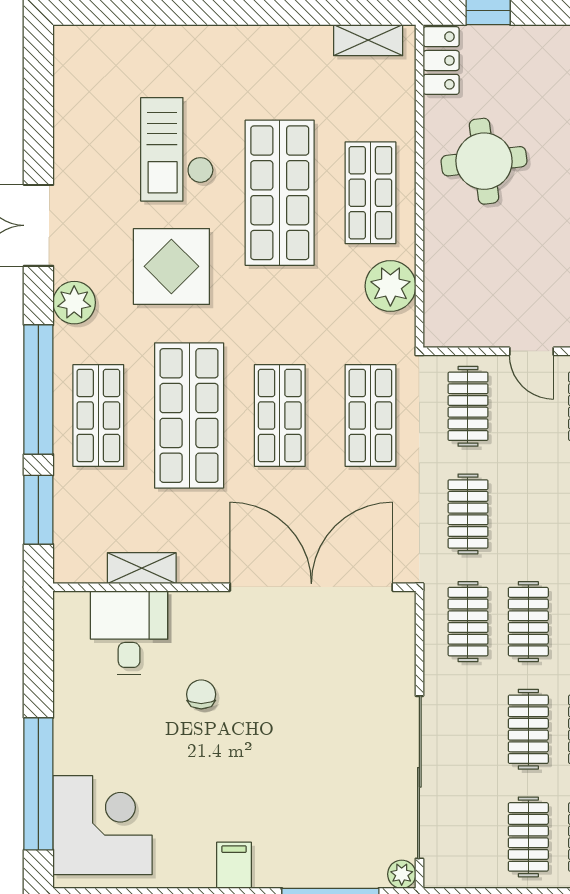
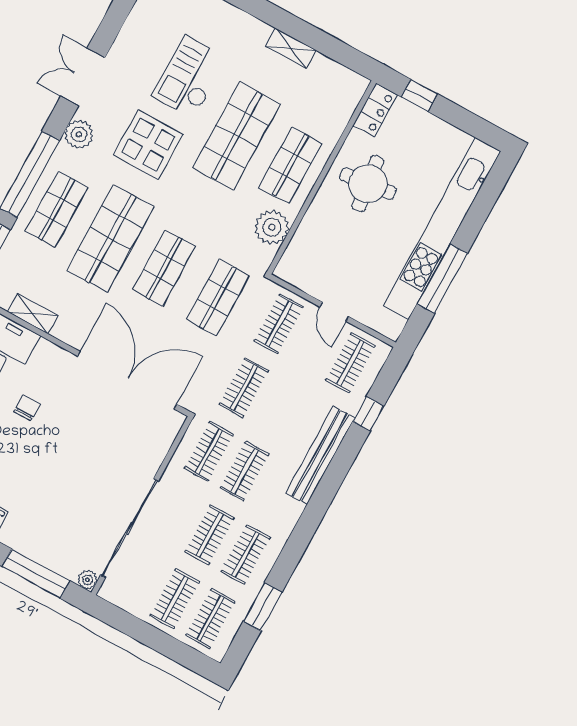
shelving: (368, 40) -> (291, 48), moved

